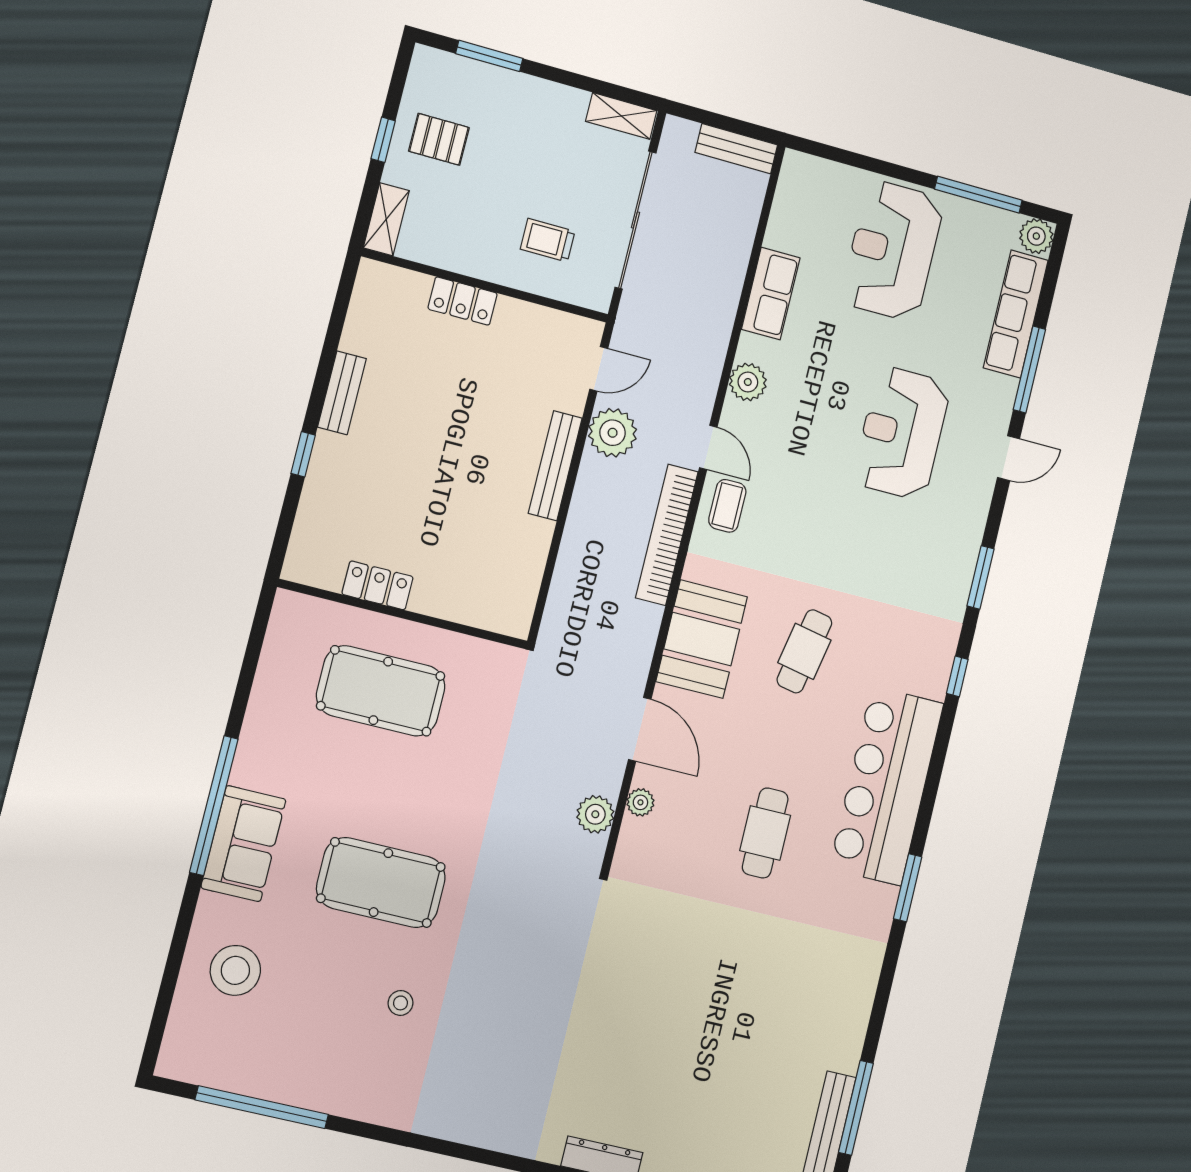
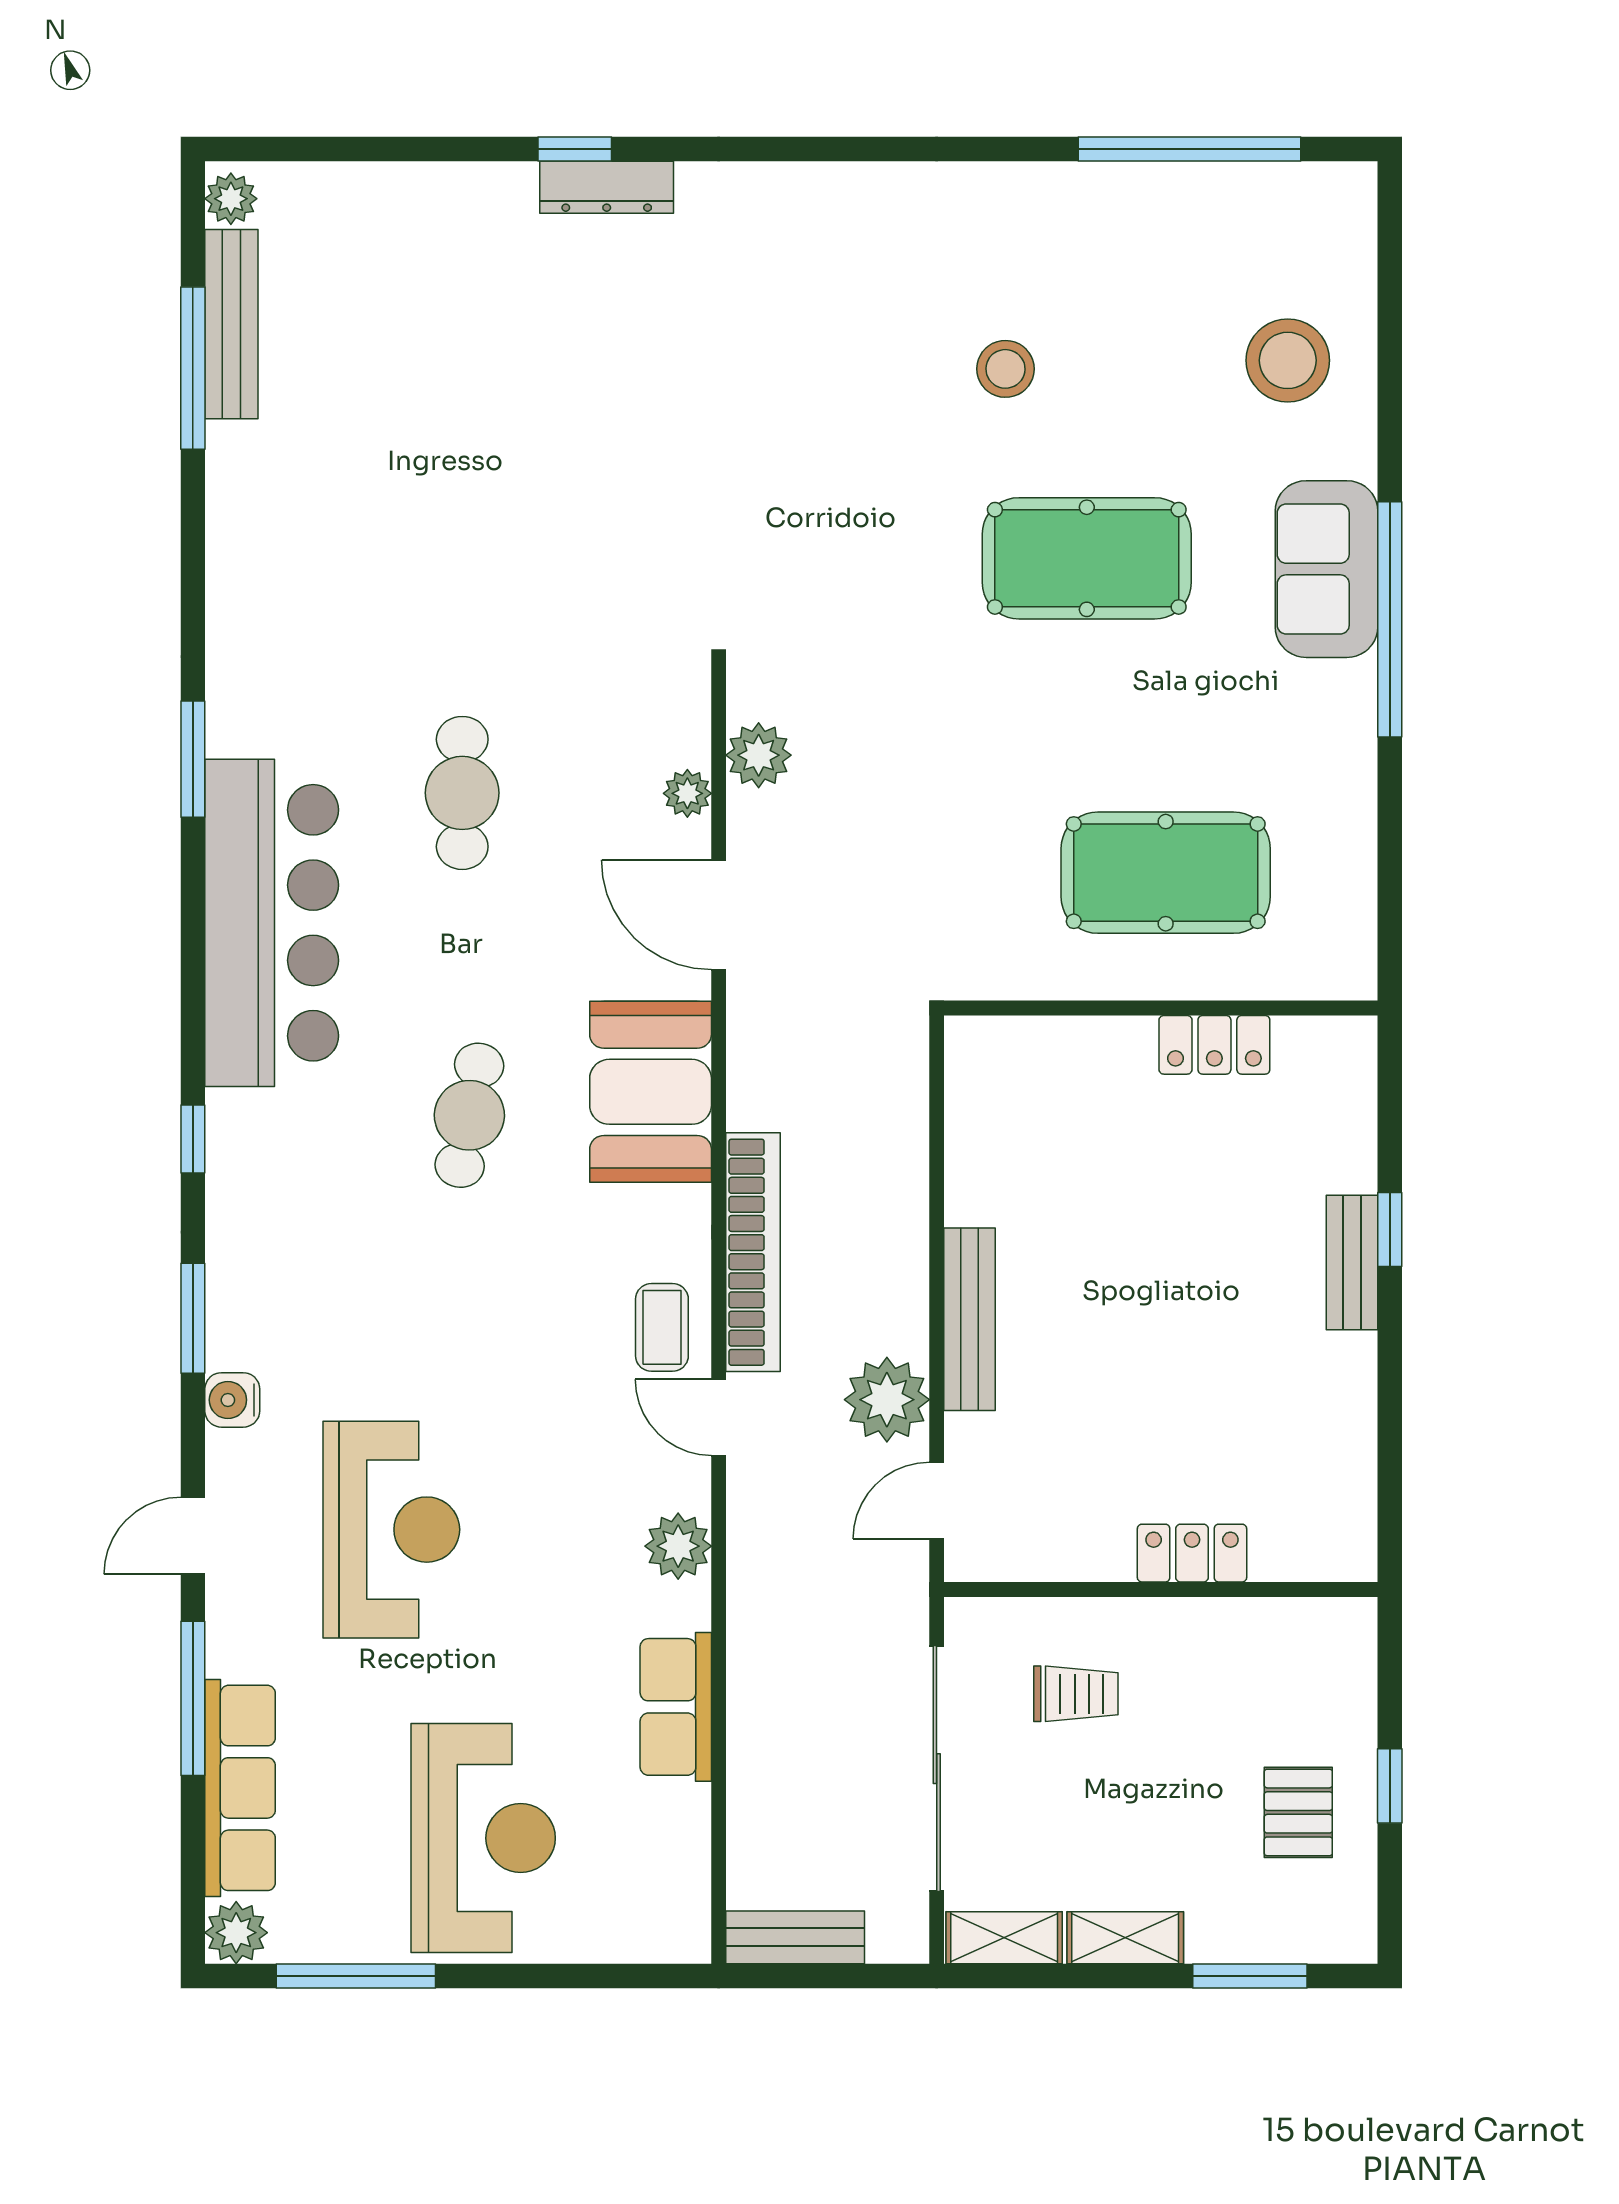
pallet: (439, 139) -> (1298, 1812), turned 90
shelving: (386, 219) -> (1125, 1938), moved, turned 90
bench: (342, 393) -> (1352, 1263), moved
water cooler: (970, 527) -> (232, 1400), added
stool: (400, 1003) -> (1005, 369), width x1.37, depth x1.37

